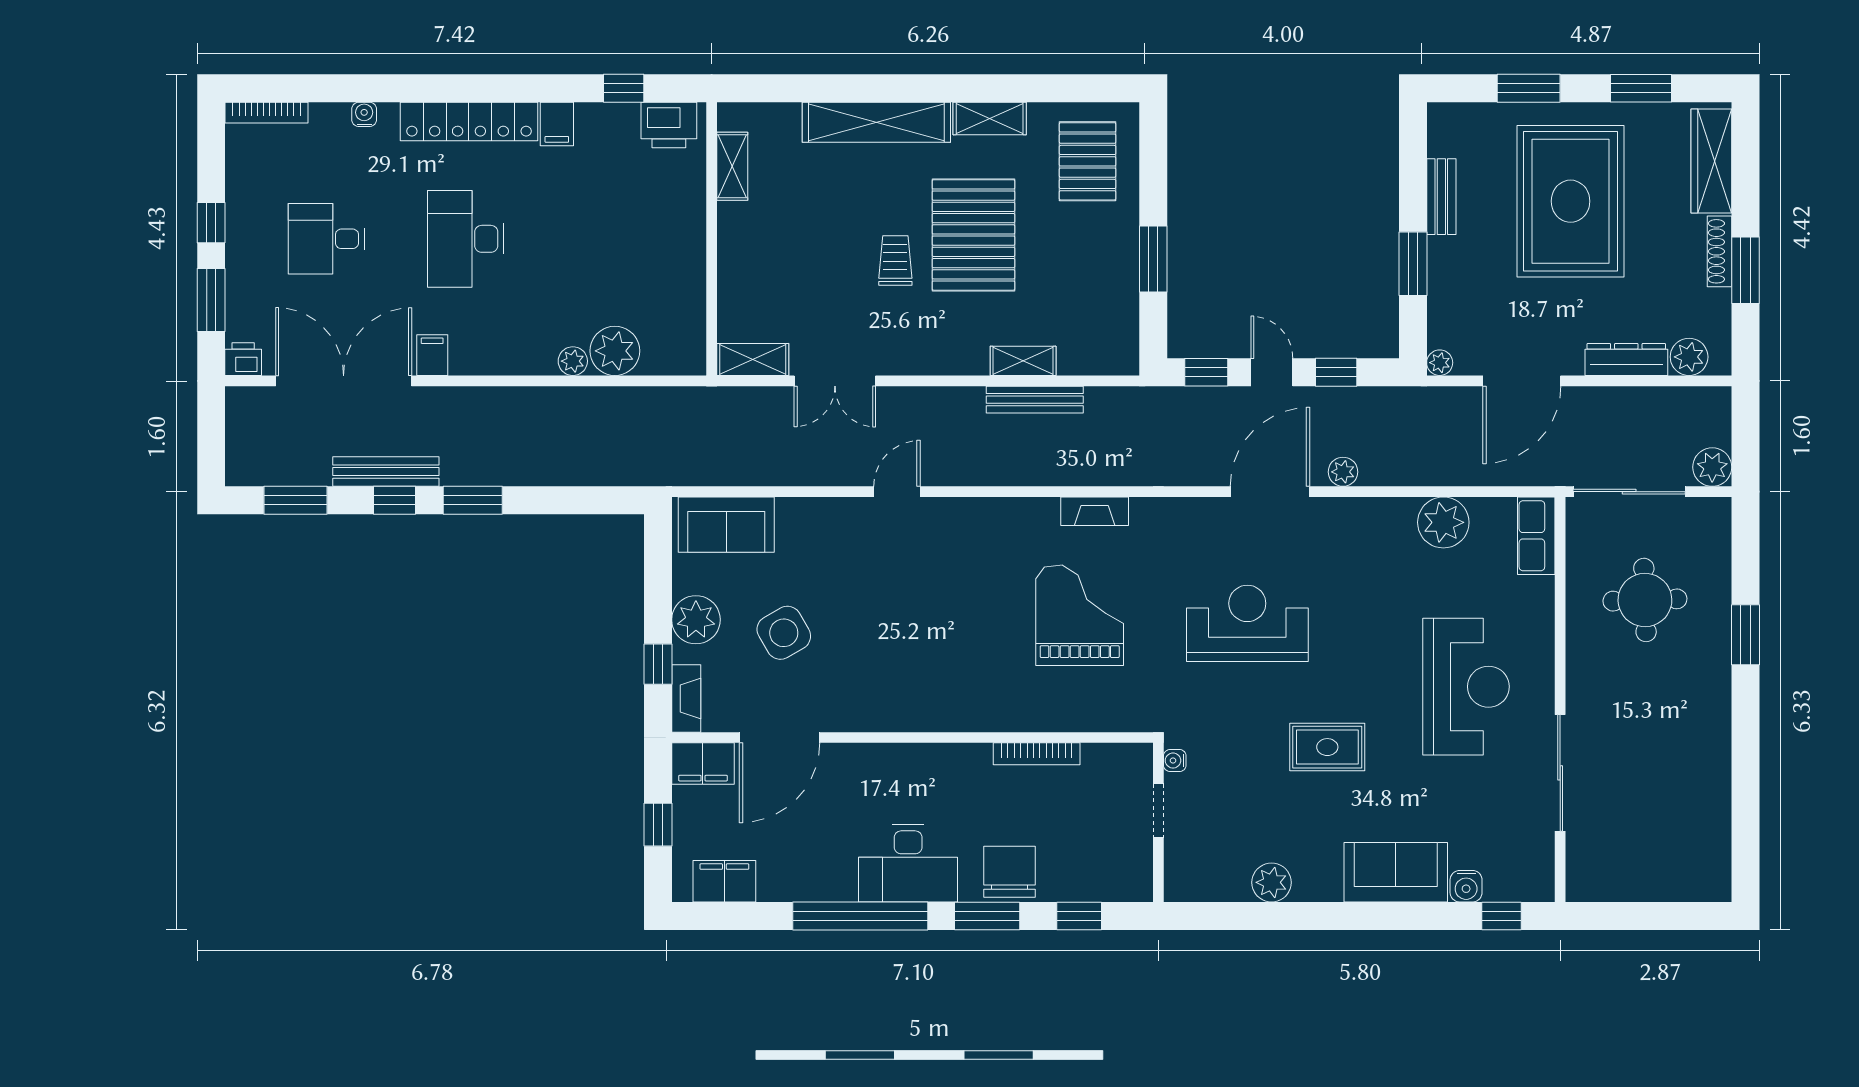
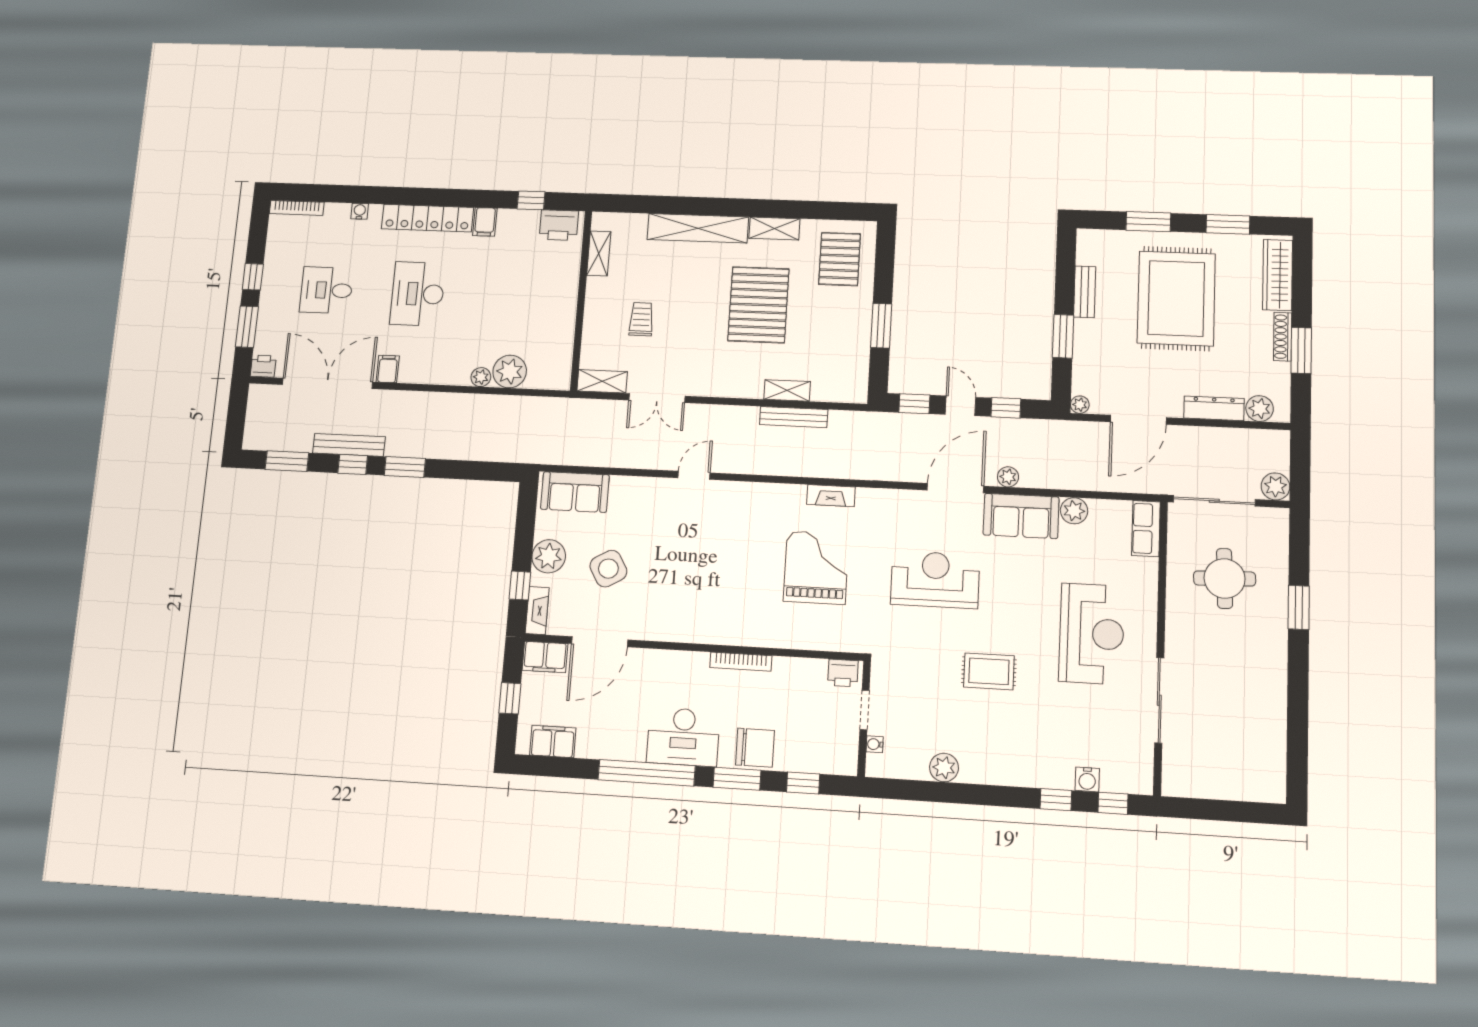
trolley: (895, 261) -> (641, 319), moved
plant: (1443, 522) -> (1074, 511), width x0.73, depth x0.73
bookcase: (1037, 754) -> (741, 662), moved
printer: (1126, 761) -> (843, 673), added
water cooler: (1175, 761) -> (875, 744), moved
chair: (1009, 872) -> (755, 748), turned 90
sofa: (1396, 872) -> (1021, 516), moved, turned 180
window: (1425, 916) -> (1056, 800), added

